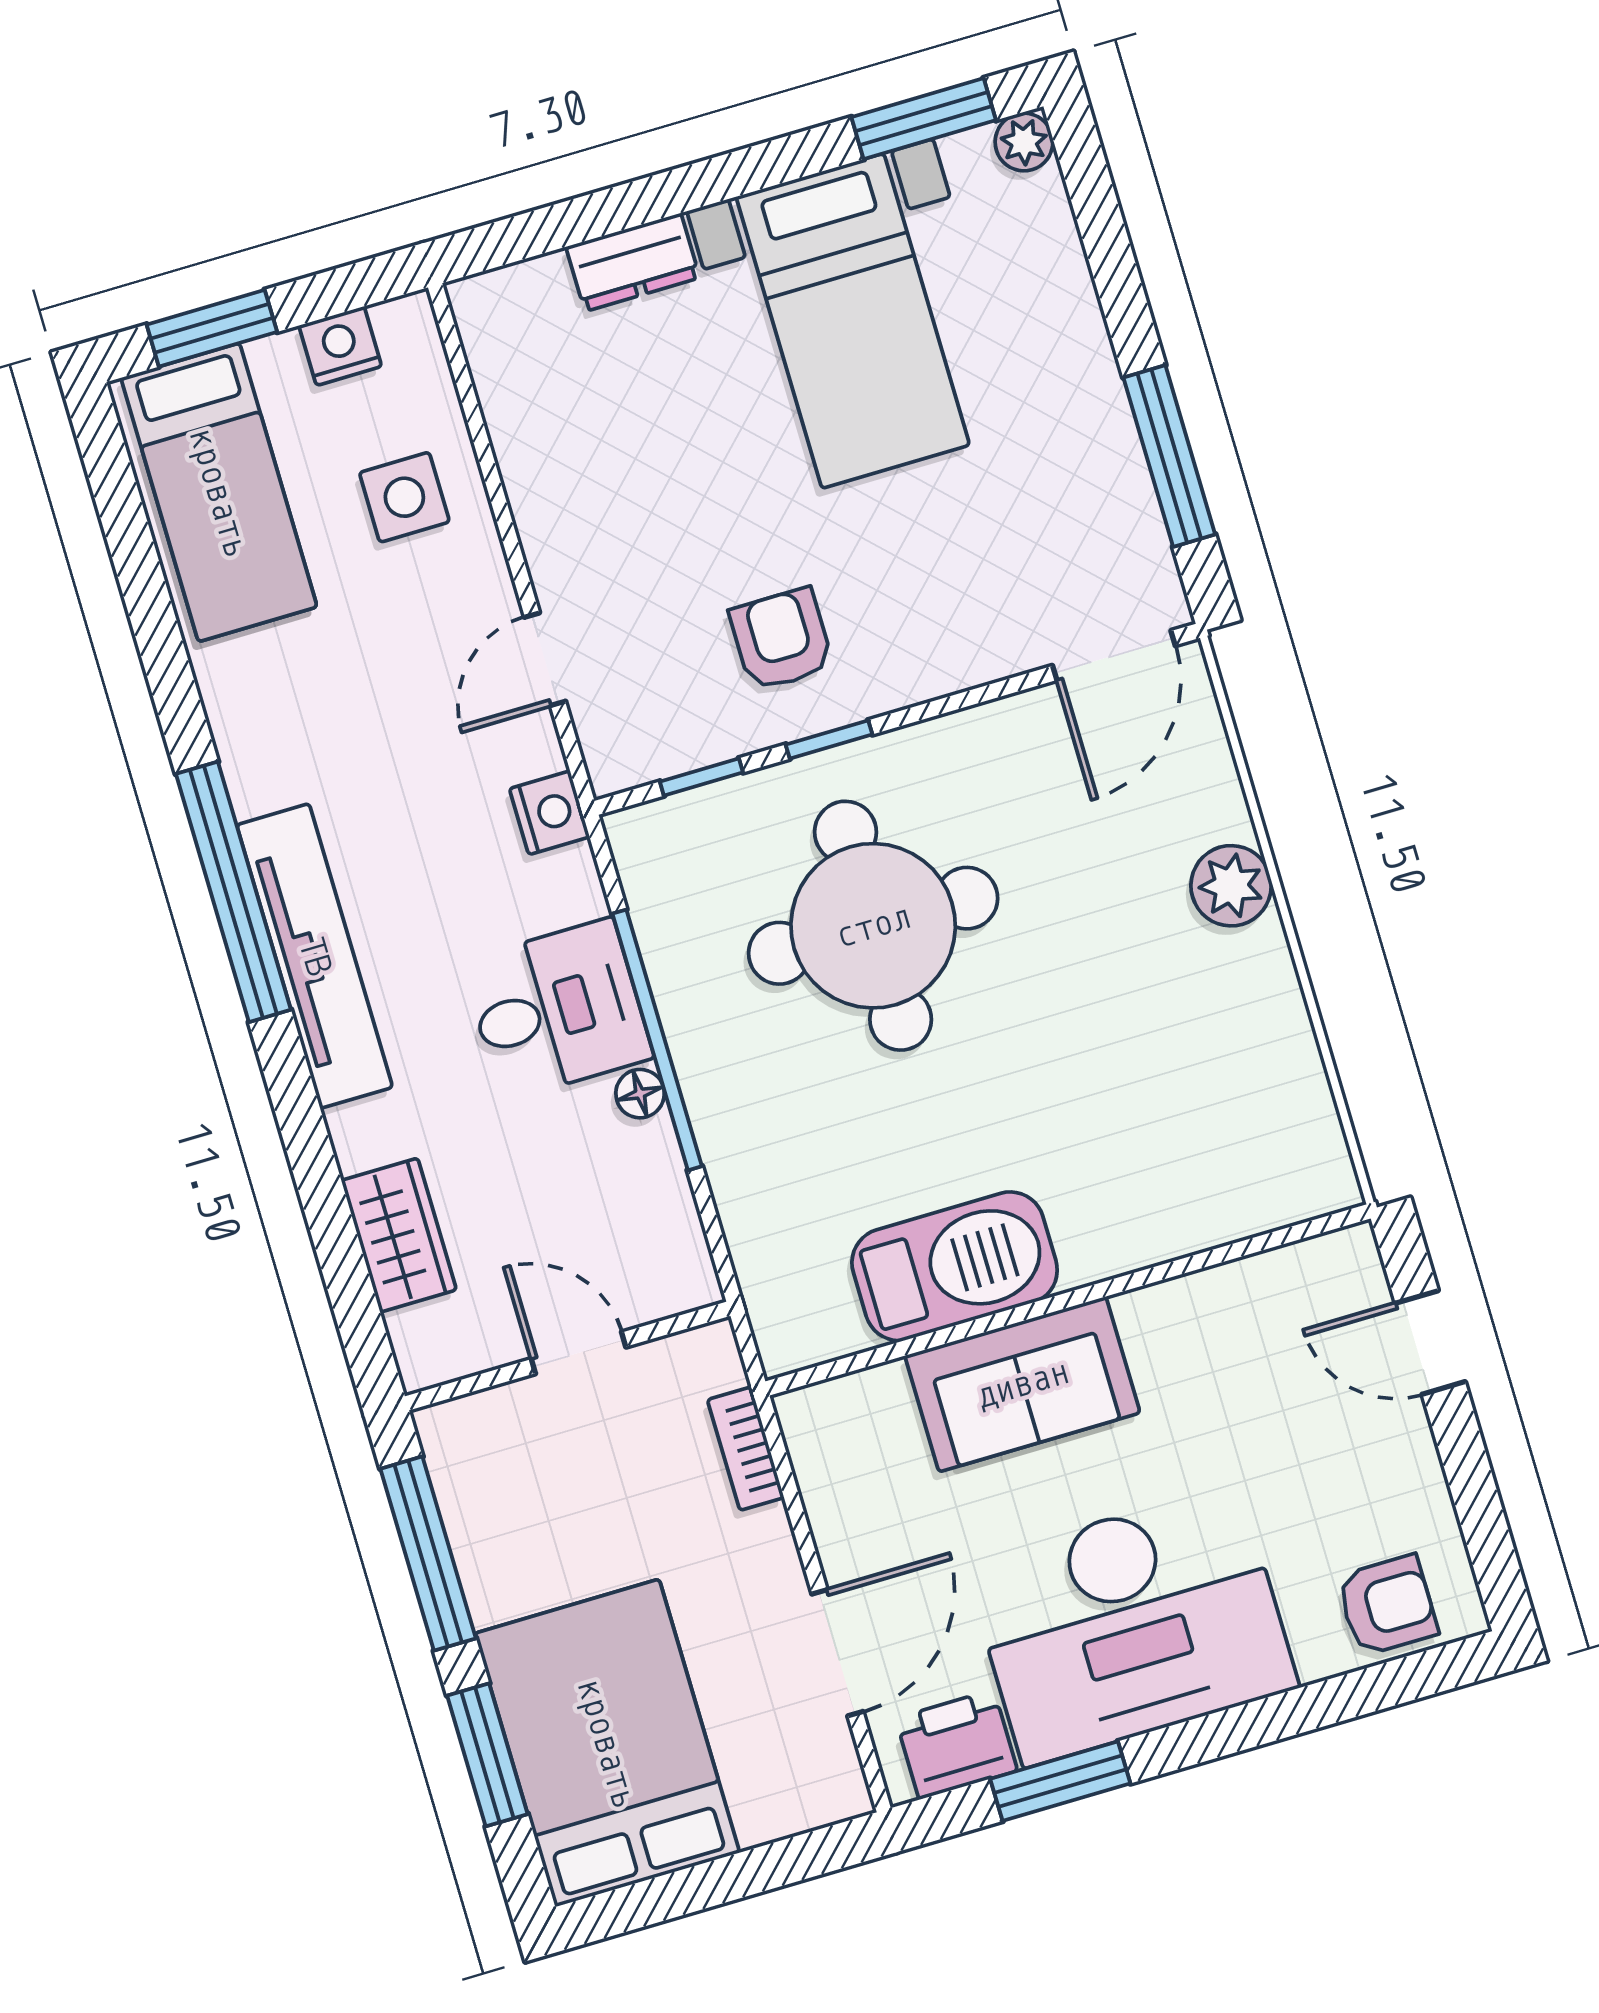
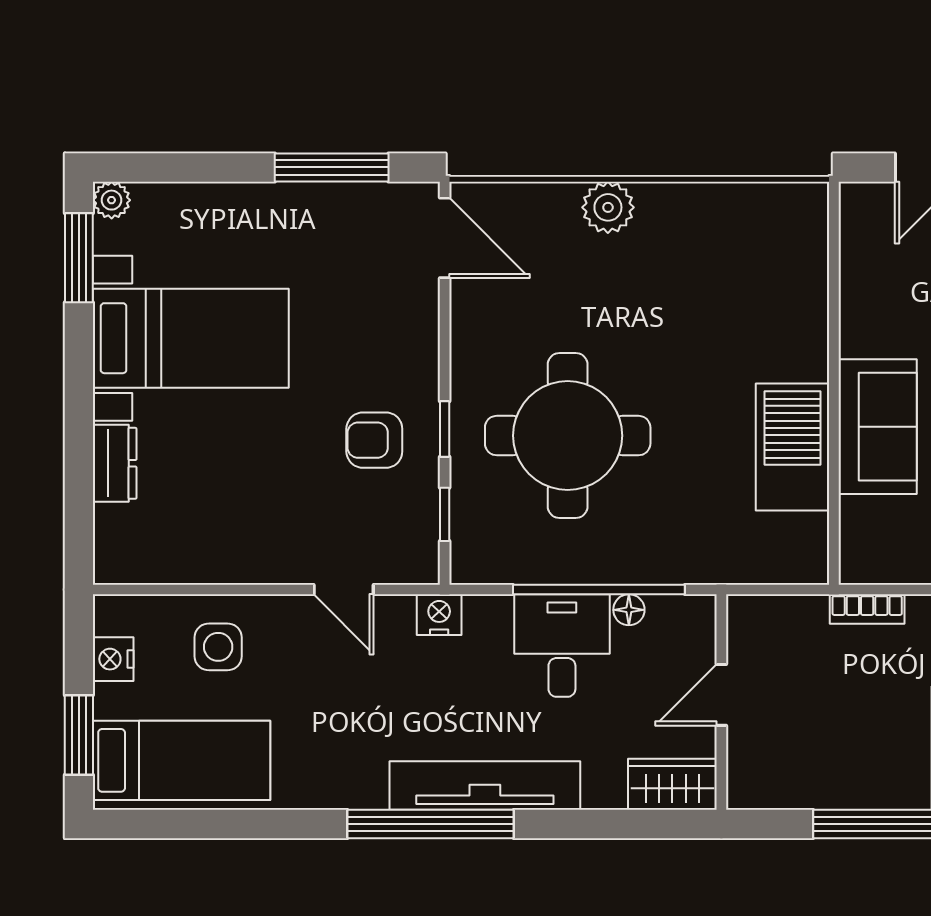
door: (578, 1353) -> (721, 695), moved
wall: (568, 1356) -> (721, 702), moved

